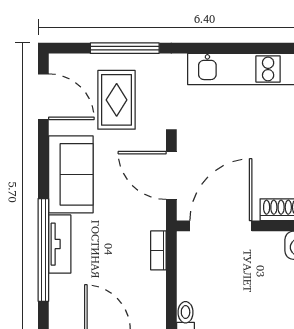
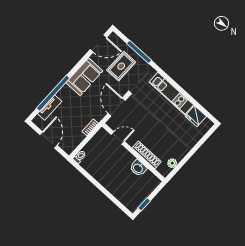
door: (43, 97) -> (98, 44), hinge flipped
door: (221, 226) -> (118, 138), width x0.53
tv unit: (60, 244) -> (50, 108), moved

